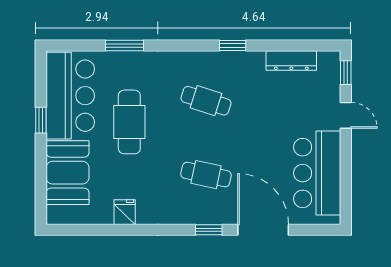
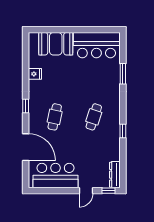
dresser: (291, 61) -> (115, 175), moved
window: (41, 120) -> (83, 30), removed
cafe table: (129, 122) -> (83, 76), removed
window: (209, 230) -> (26, 106), moved
door: (263, 230) -> (26, 147), hinge flipped

